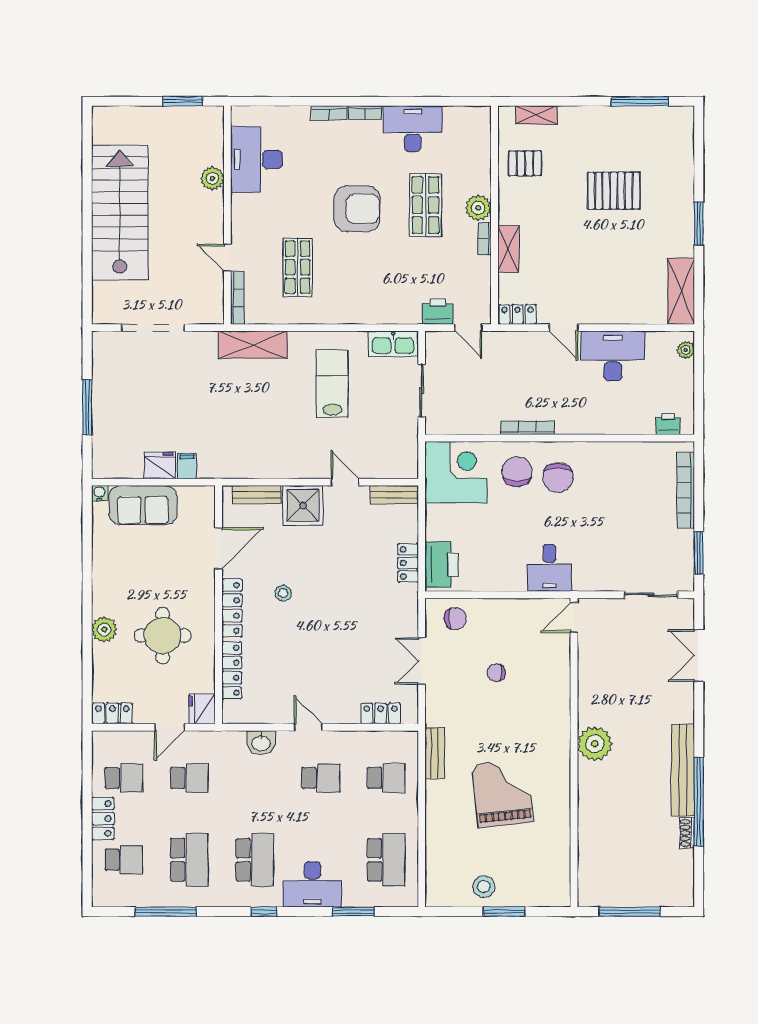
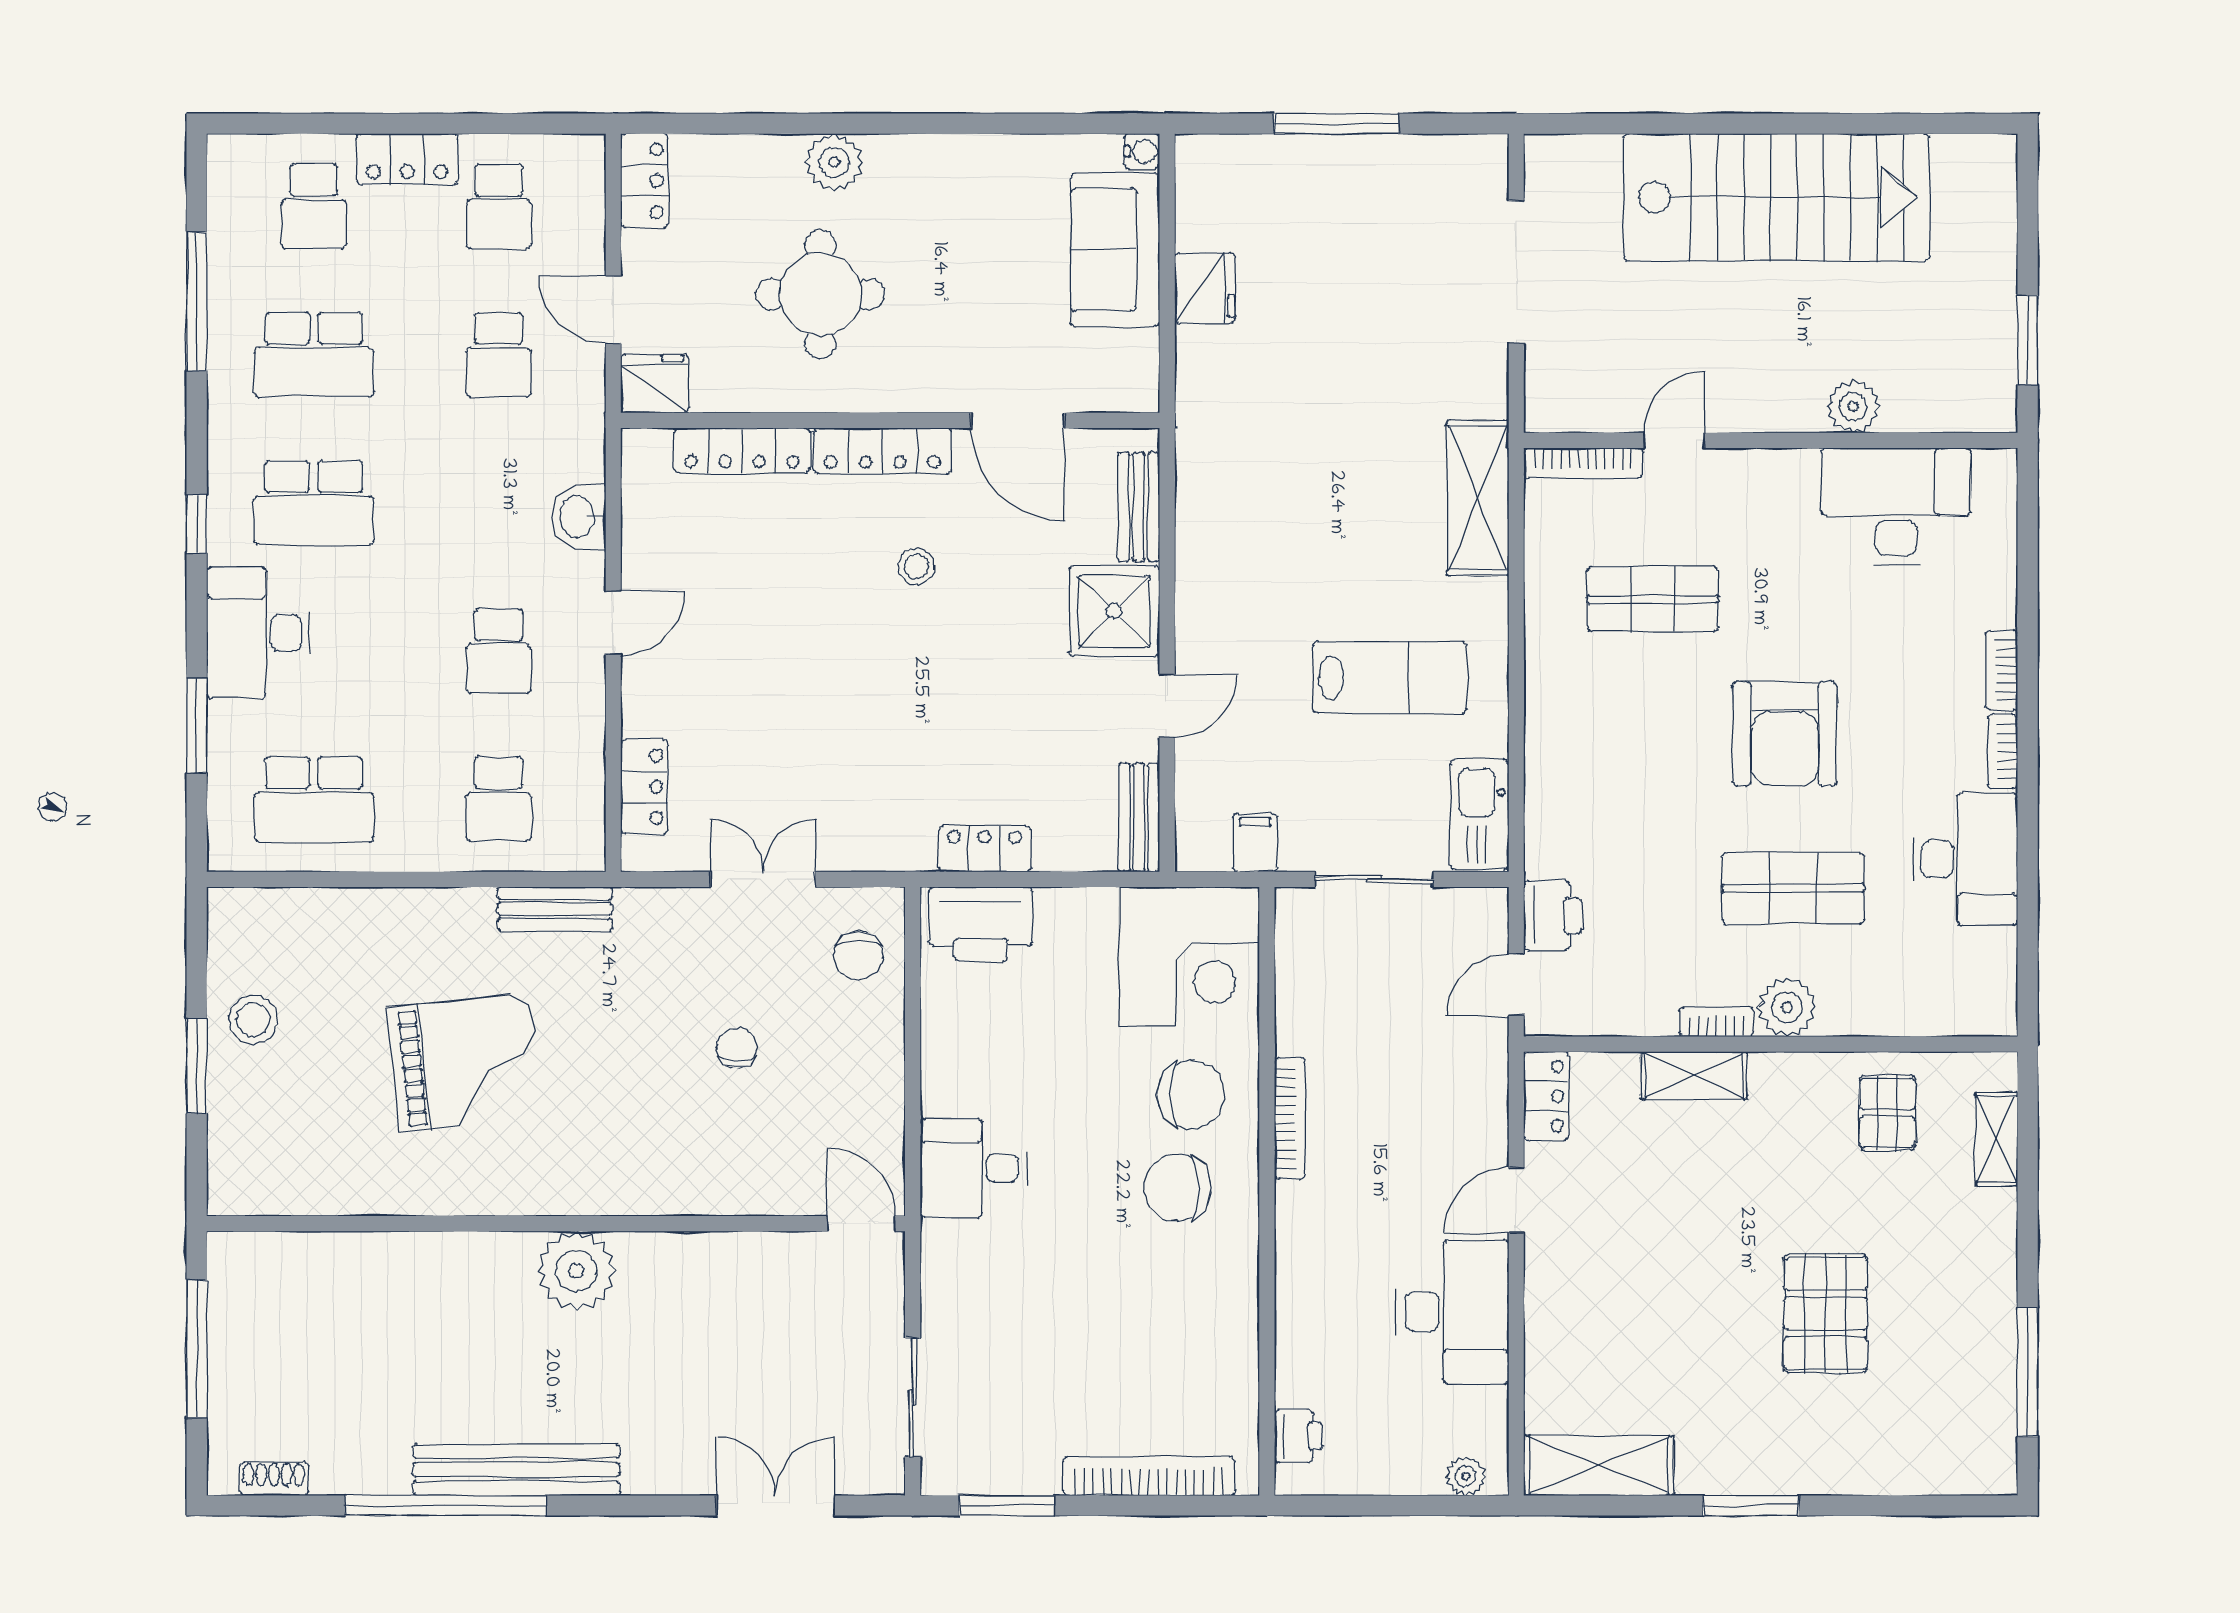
filing cabinet: (187, 466) -> (1255, 843), moved, turned -90
shoe rack: (687, 833) -> (274, 1479), moved

